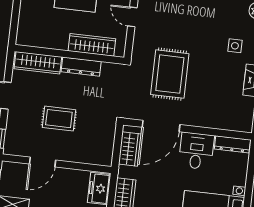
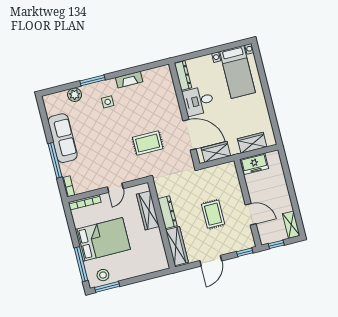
rug: (170, 74) -> (148, 143), width x0.73, depth x0.70

